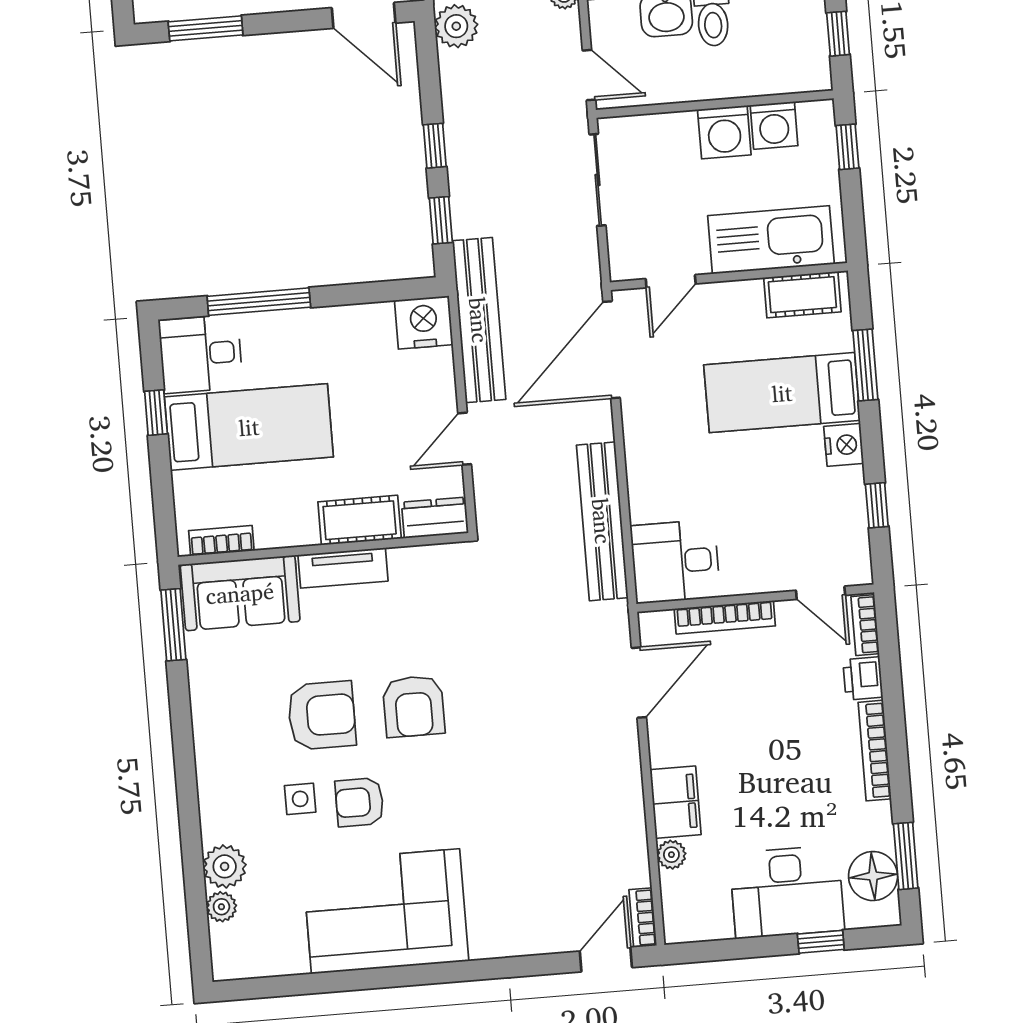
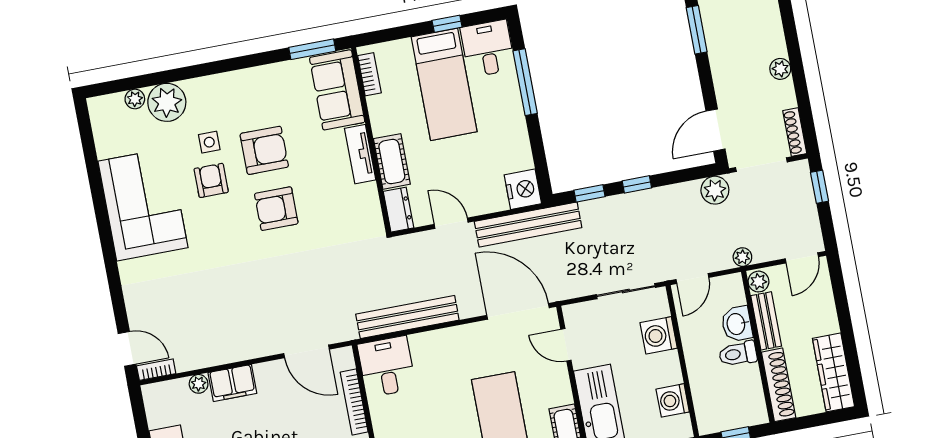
washing machine: (724, 132) -> (659, 335), moved
armchair: (322, 715) -> (264, 150), turned -90
plant: (225, 866) -> (167, 102), width x1.36, depth x1.36

